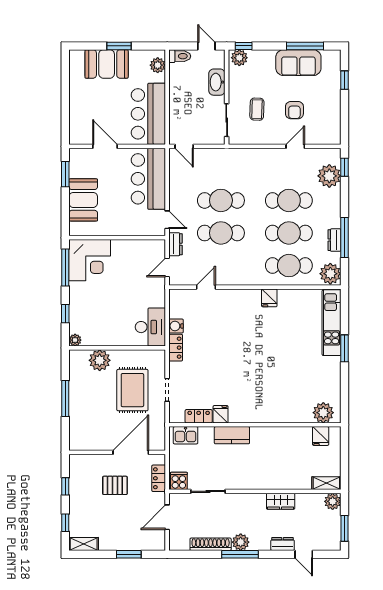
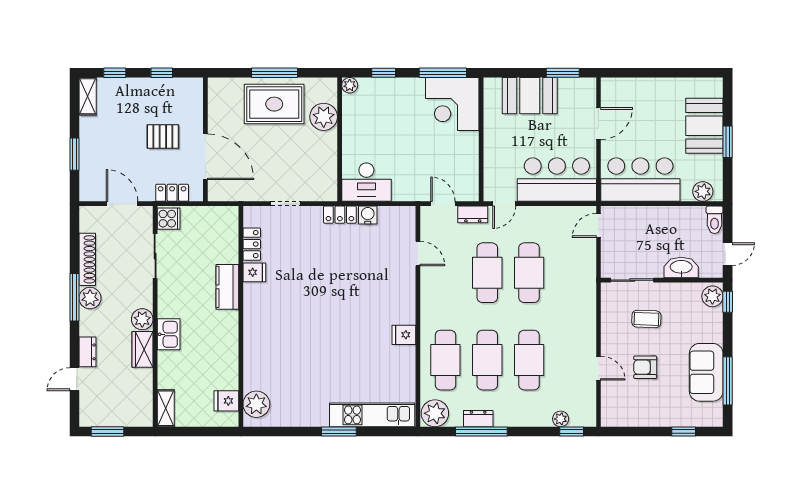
plant: (329, 176) -> (561, 419), width x0.53, depth x0.53
rug: (132, 390) -> (274, 104), moved
kitchen sink: (186, 435) -> (169, 334), moved, turned 180
pallet: (115, 485) -> (163, 137), turned 90
plant: (333, 501) -> (142, 319), moved

